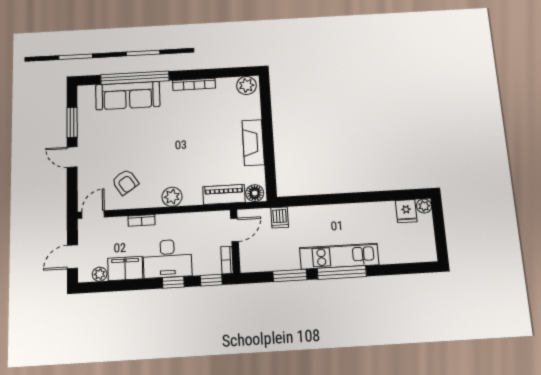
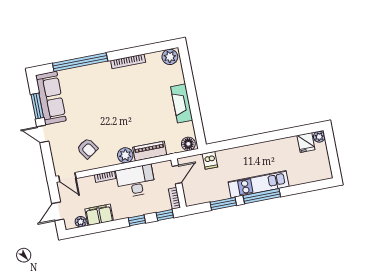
sofa: (128, 96) -> (51, 98), moved, turned -90
piano: (224, 194) -> (150, 151), moved
door: (93, 215) -> (67, 177), swing flipped
desk: (167, 259) -> (136, 181), moved, turned 180

